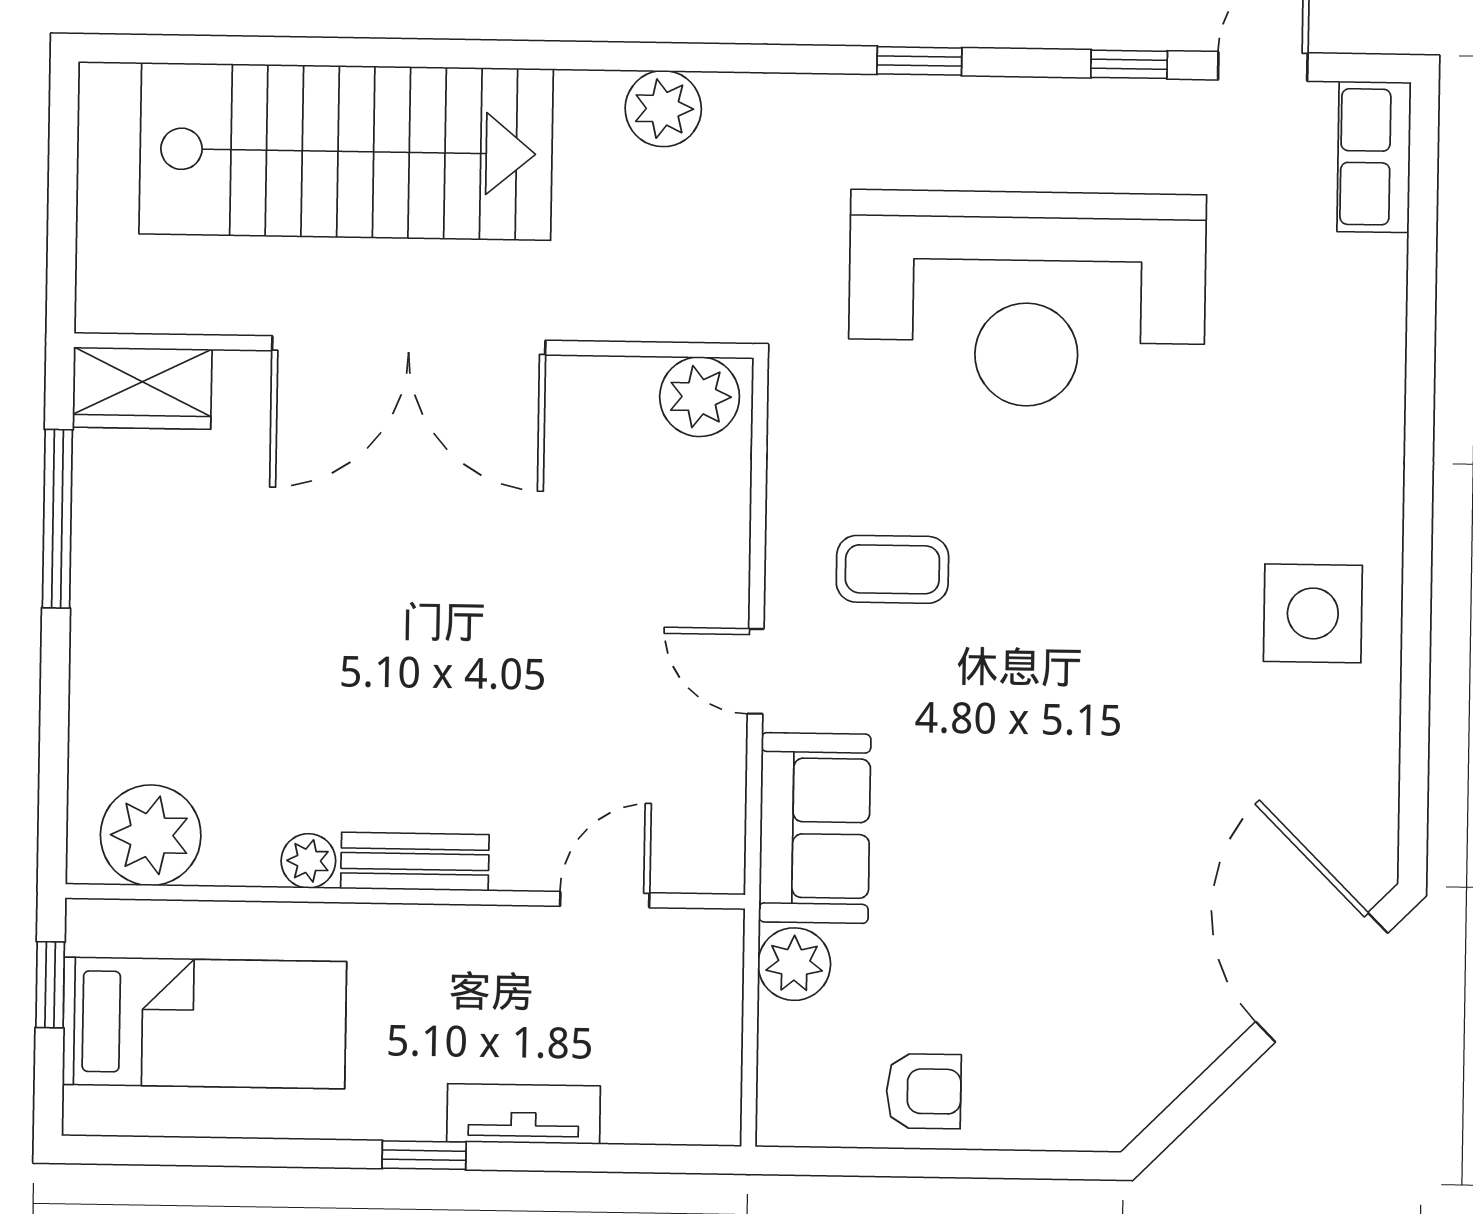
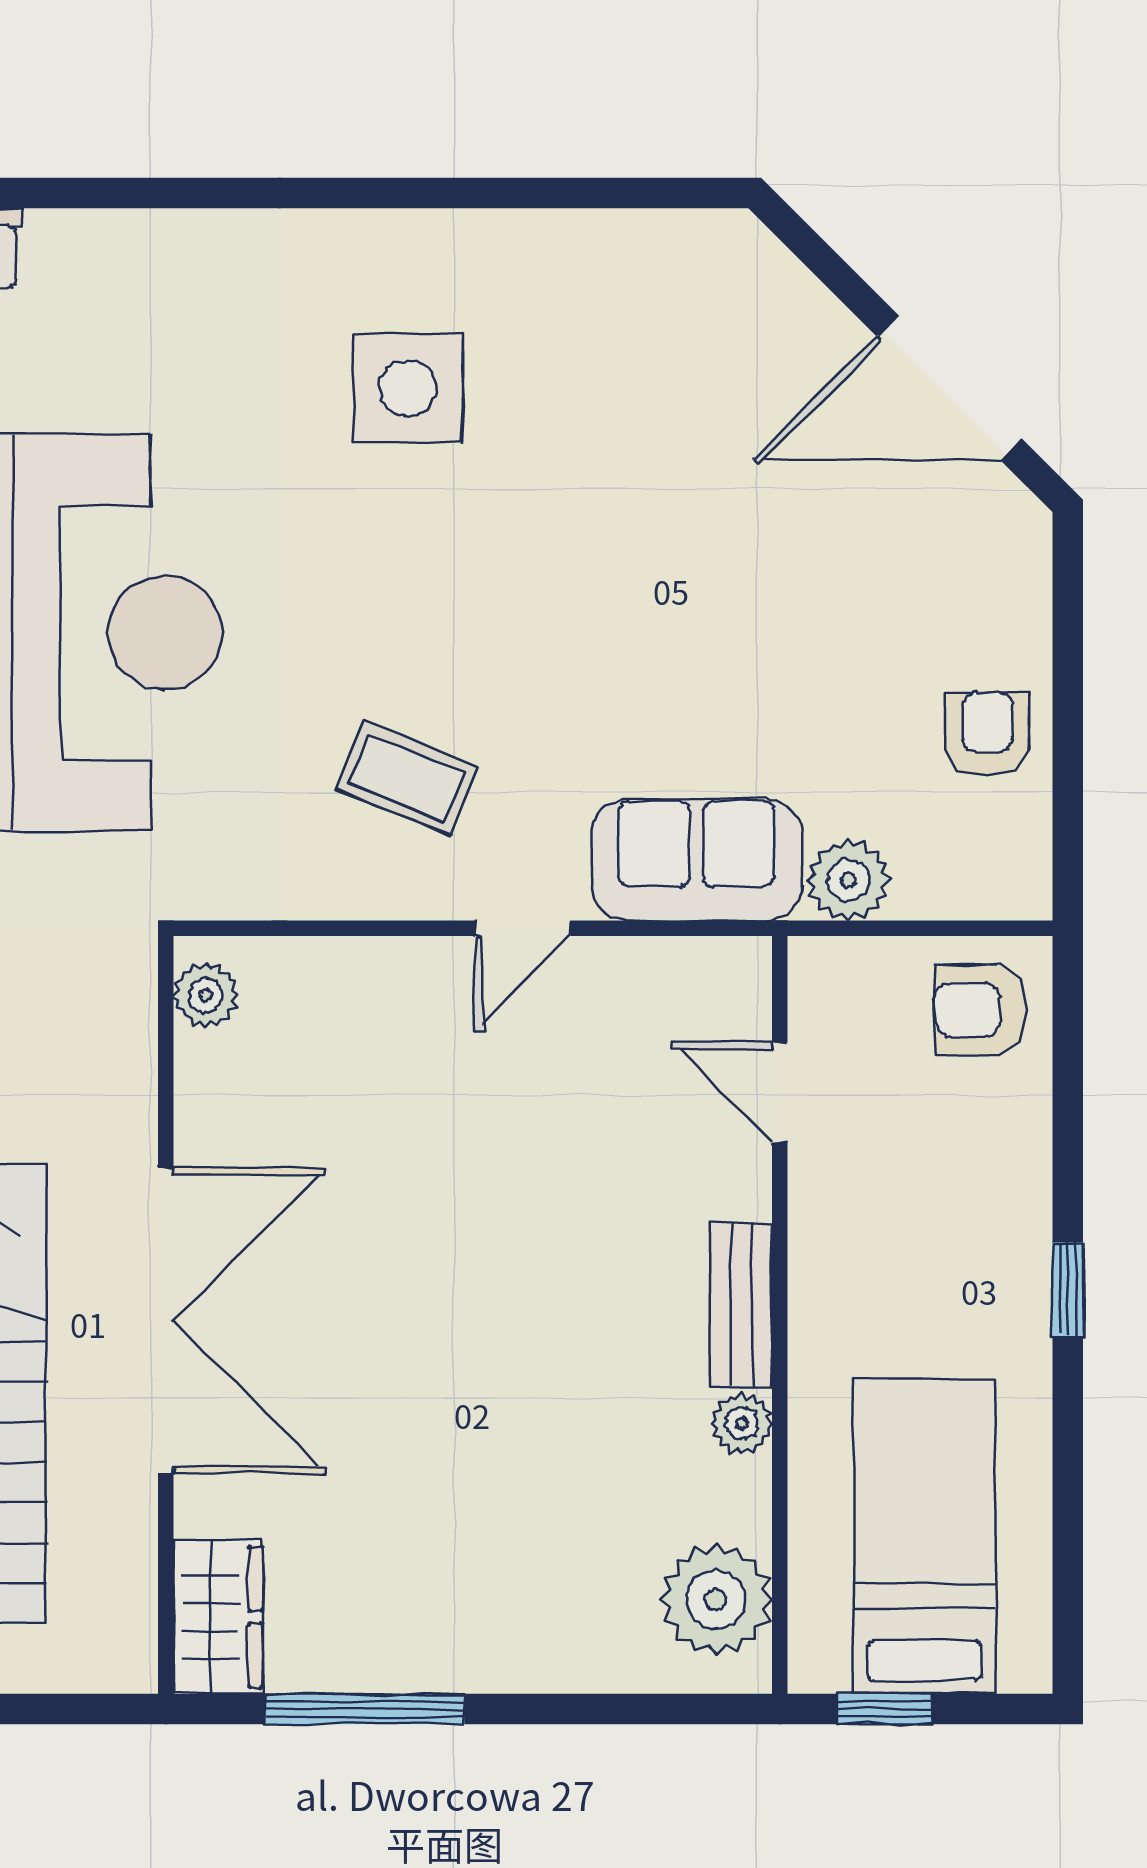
plant: (700, 397) -> (206, 996), width x0.73, depth x0.73
coffee table: (892, 569) -> (407, 778), turned -68
side table: (1313, 613) -> (408, 388), moved
door: (1322, 977) -> (949, 388), moved
armchair: (676, 1081) -> (980, 1010), added
tv unit: (524, 1114) -> (1020, 1179), removed

